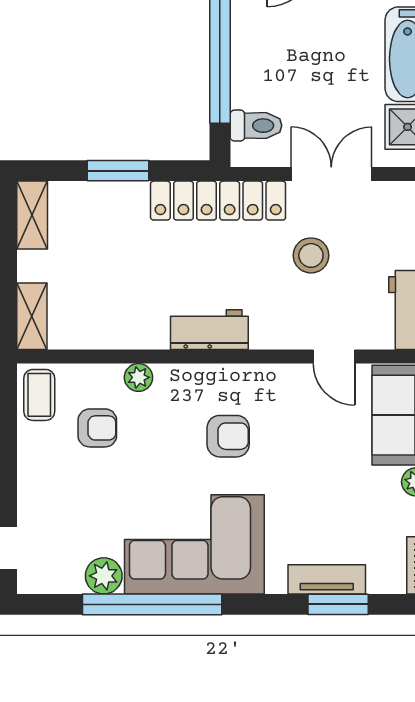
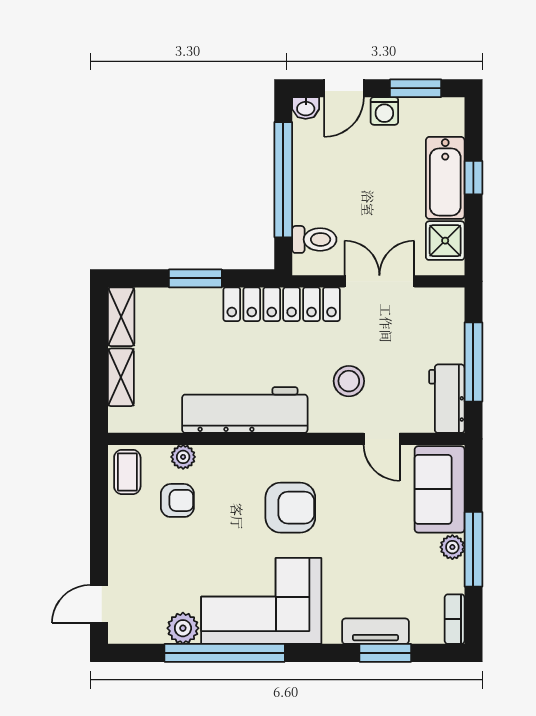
stool: (311, 255) -> (349, 381), moved
shelving: (32, 316) -> (121, 377), moved
workbench: (209, 330) -> (245, 410), width x1.88, depth x1.32
plant: (138, 377) -> (183, 457), moved
armchair: (228, 436) -> (290, 508), width x1.38, depth x1.38

